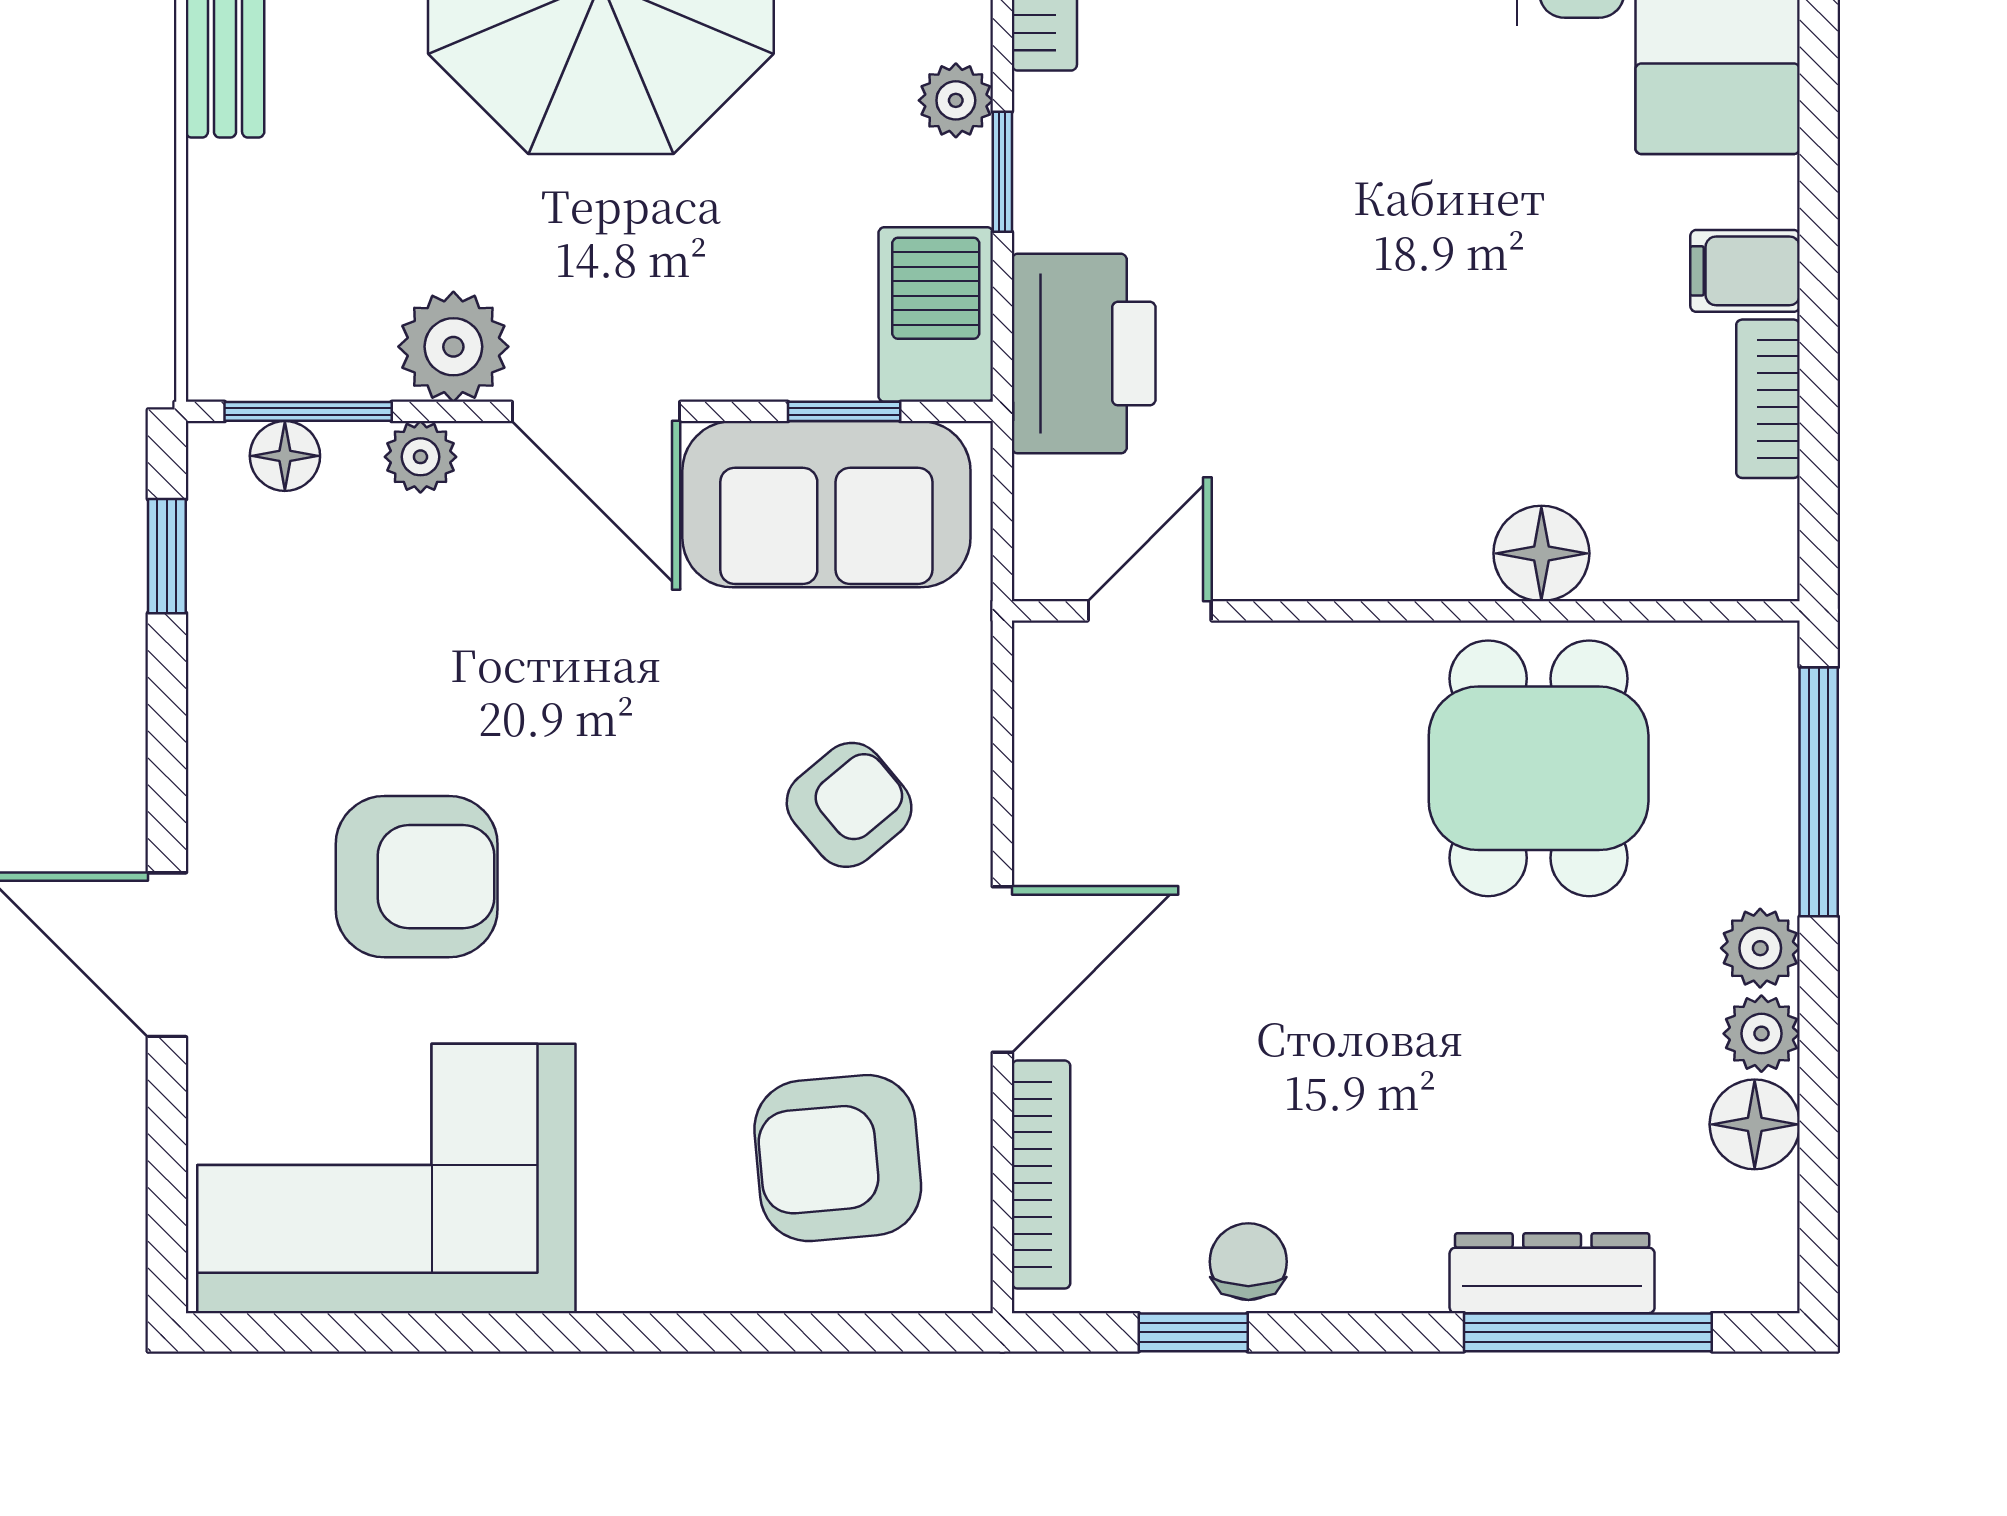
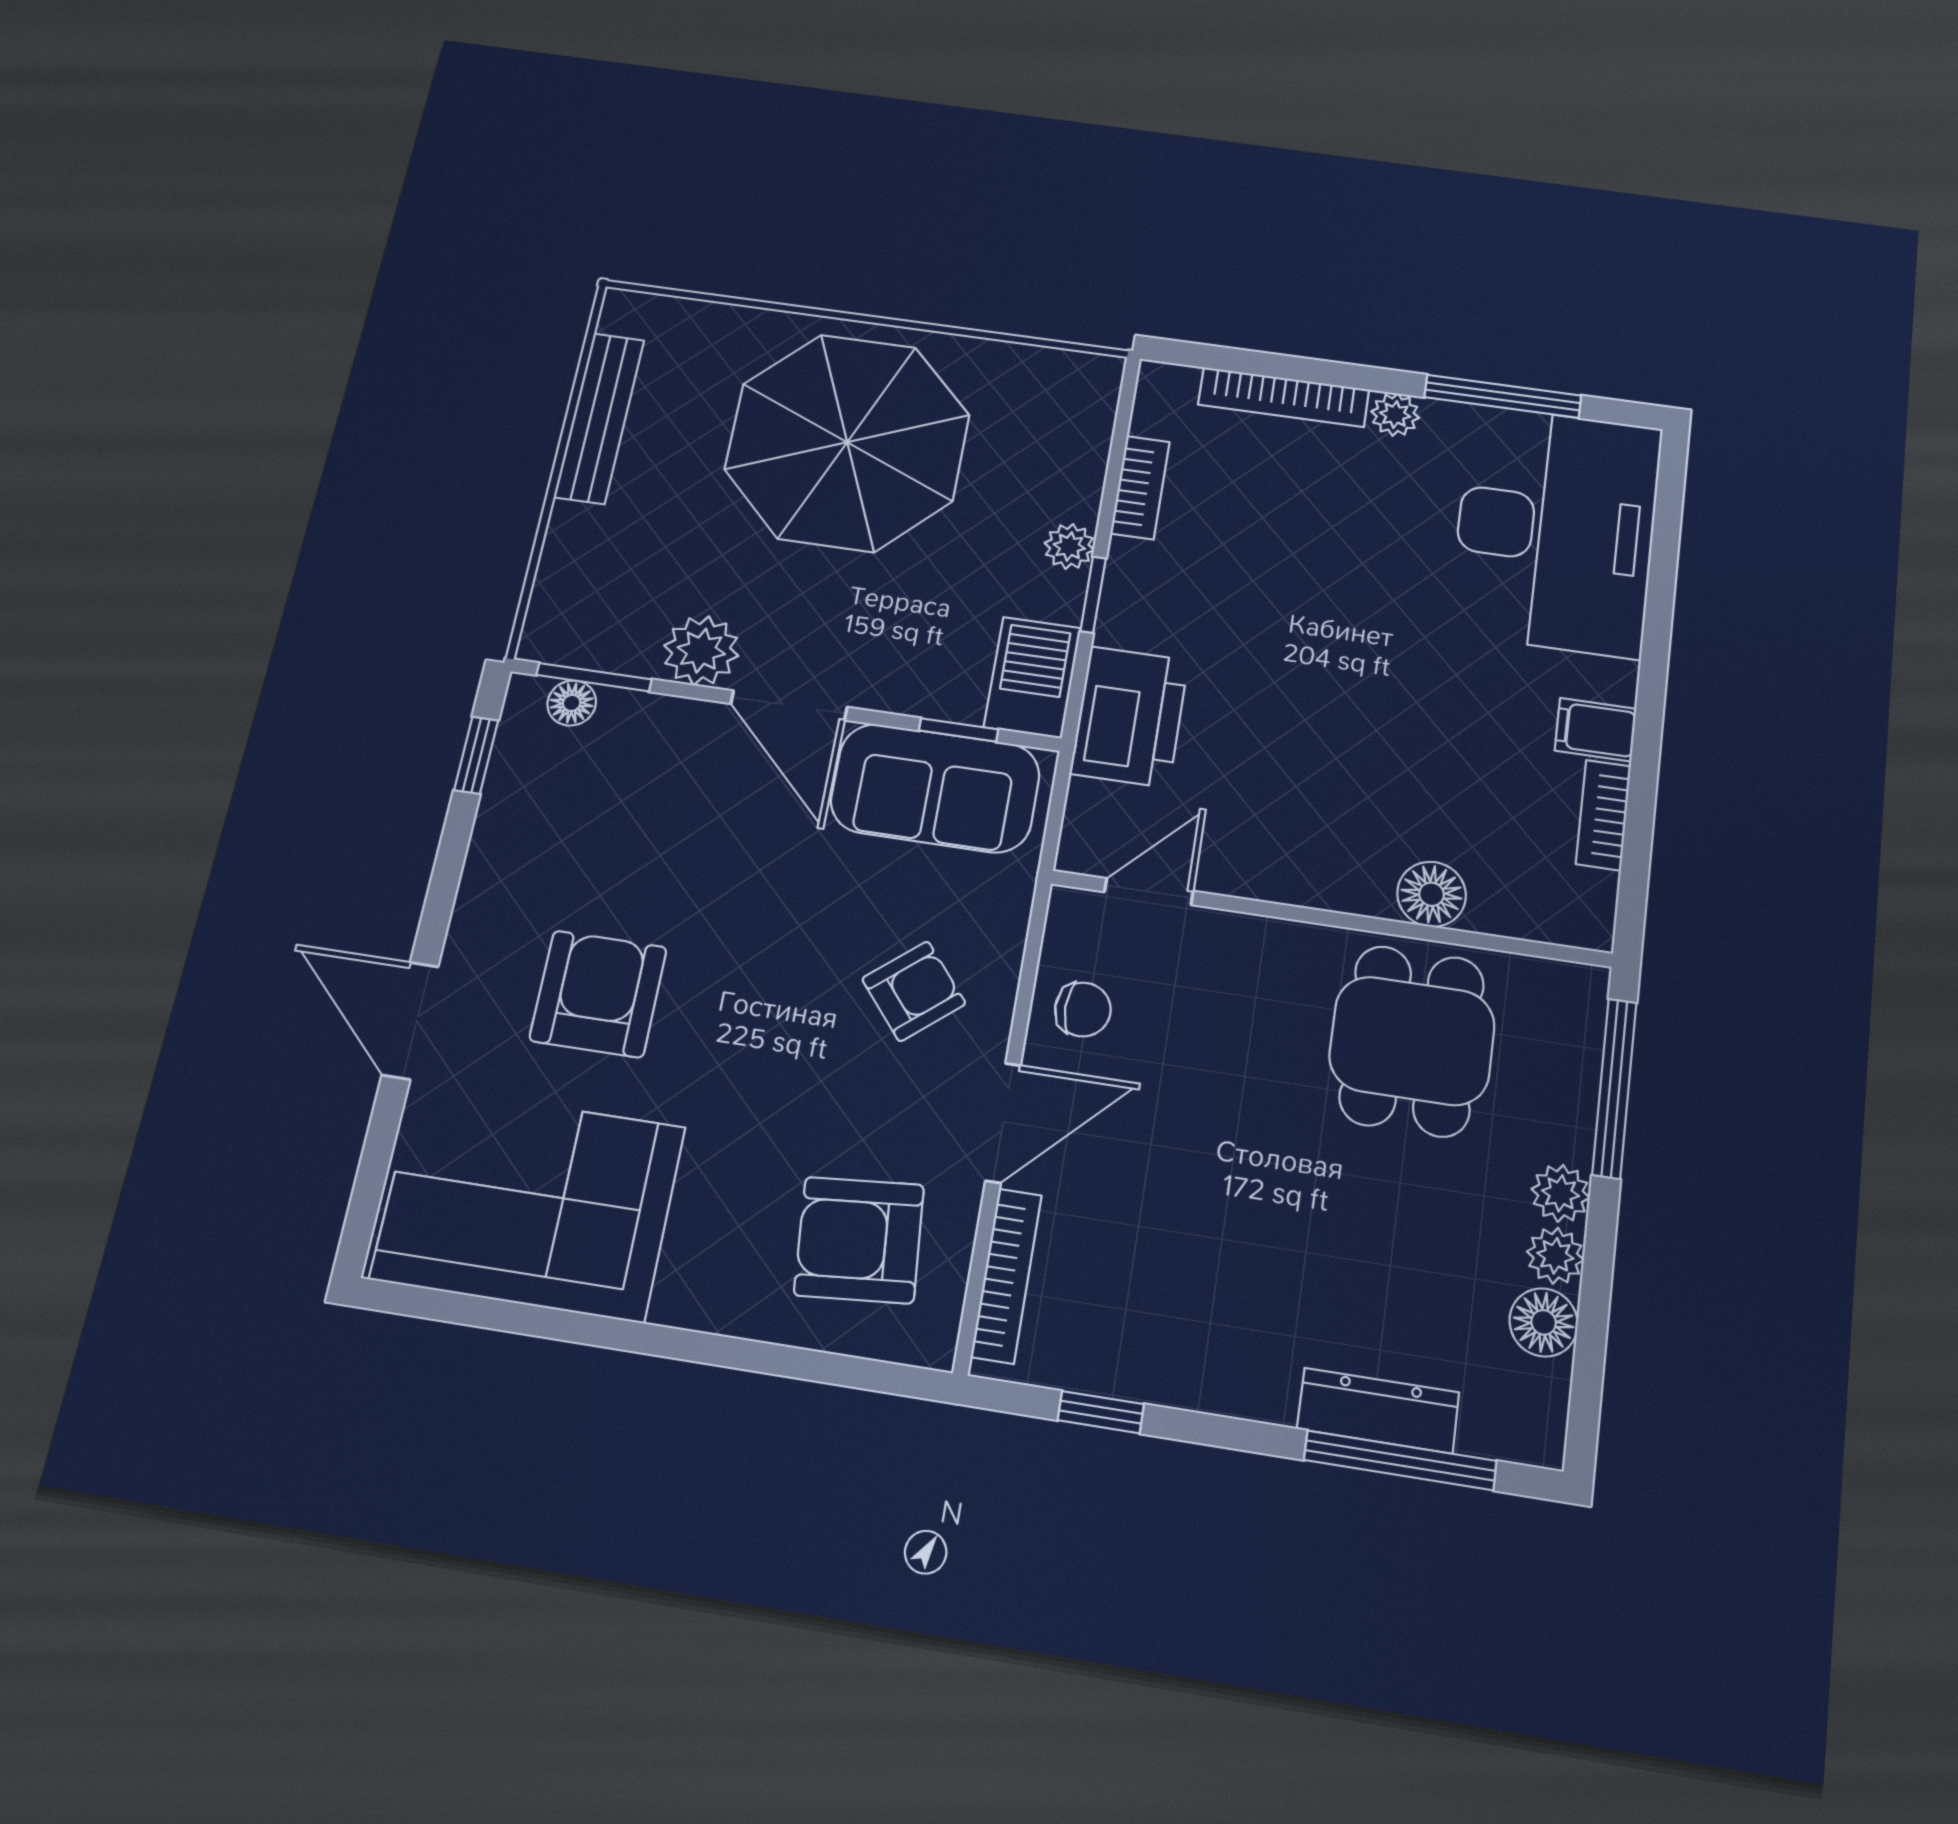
plant: (420, 457) -> (663, 717), removed
armchair: (417, 877) -> (598, 994), turned -90
chair: (1248, 1262) -> (1083, 1009), moved, turned 90

